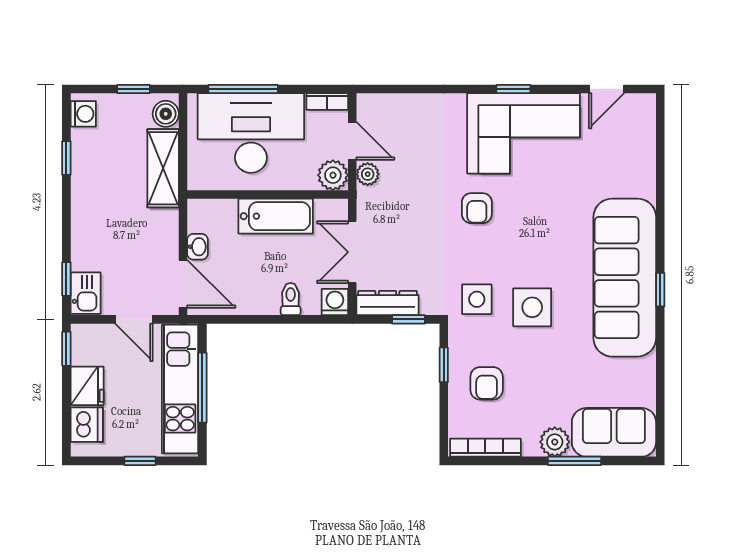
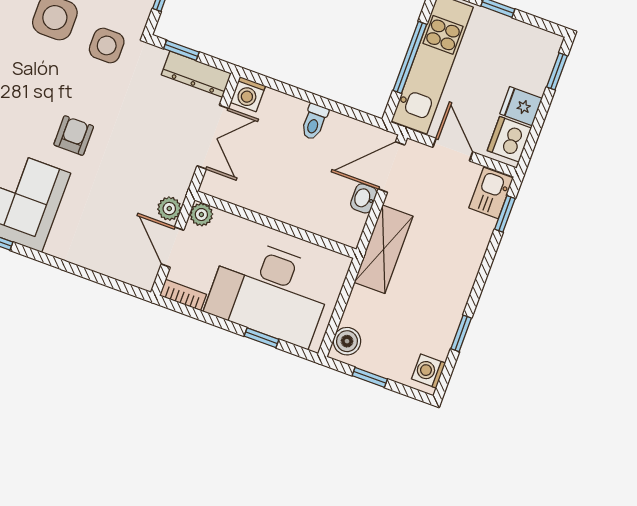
window: (243, 89) -> (262, 338), width x0.46
shelving: (163, 168) -> (384, 249), moved
plant: (333, 175) -> (201, 215), width x0.73, depth x0.73
bathtub: (276, 216) -> (275, 200), removed
door: (183, 284) -> (391, 167), hinge flipped
toilet: (291, 299) -> (314, 122), moved
window: (66, 349) -> (557, 71), moved
fridge: (87, 386) -> (521, 106), width x0.72
dishwasher: (87, 425) -> (509, 139), moved

